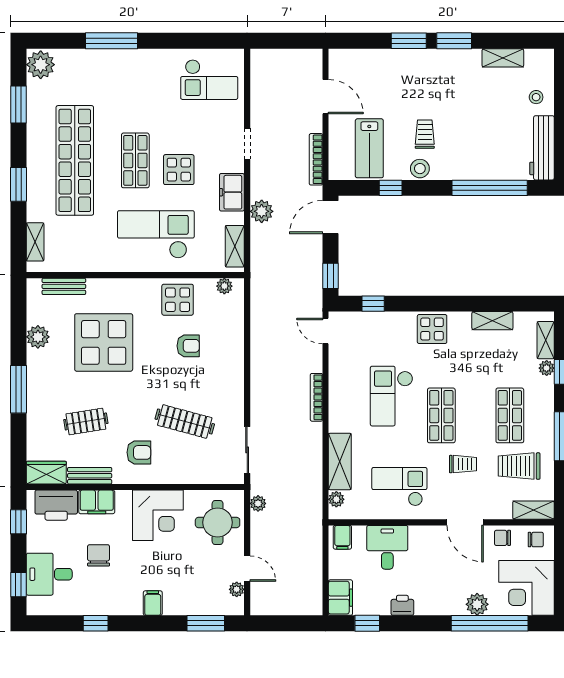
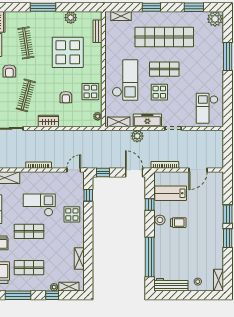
shelving: (503, 58) -> (219, 280), moved
freezer: (232, 192) -> (147, 120), width x1.40
display table: (432, 329) -> (72, 214), moved
wardrobe: (233, 379) -> (48, 121), added
clothes rail: (86, 421) -> (26, 43), width x1.36

